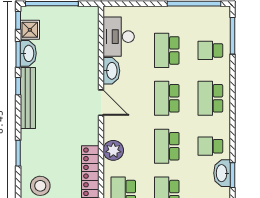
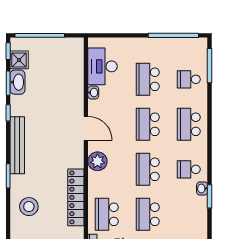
washbasin: (111, 71) -> (93, 92), width x0.52, depth x0.69
bench: (28, 98) -> (17, 145), moved
plant: (113, 150) -> (97, 161), moved
washbasin: (222, 173) -> (202, 188), width x0.52, depth x0.69

